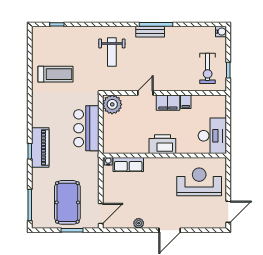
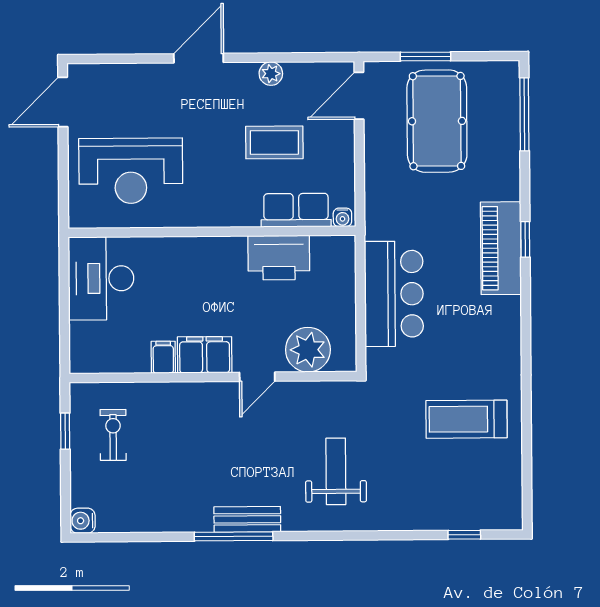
exercise bike: (208, 68) -> (113, 435), width x0.73, depth x0.72
plant: (112, 104) -> (308, 350), moved
printer: (162, 144) -> (279, 258), moved
coffee table: (137, 194) -> (274, 142), added

